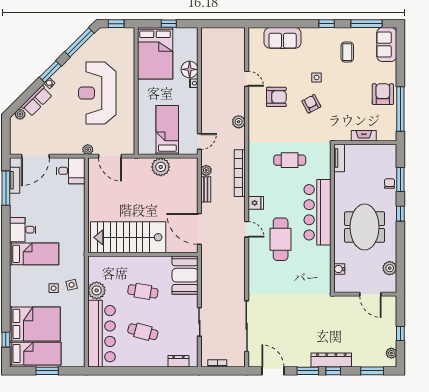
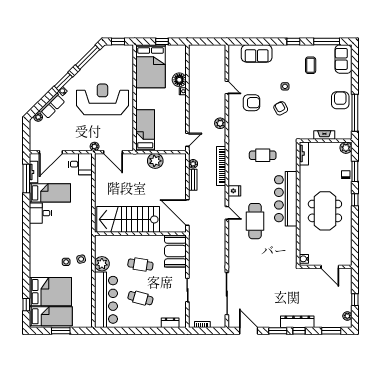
reception desk: (97, 93) -> (102, 99), turned 90
bed: (167, 130) -> (145, 130), moved
bed: (34, 254) -> (50, 193), moved
plant: (390, 268) -> (346, 148), moved
water cooler: (339, 269) -> (304, 259), moved

